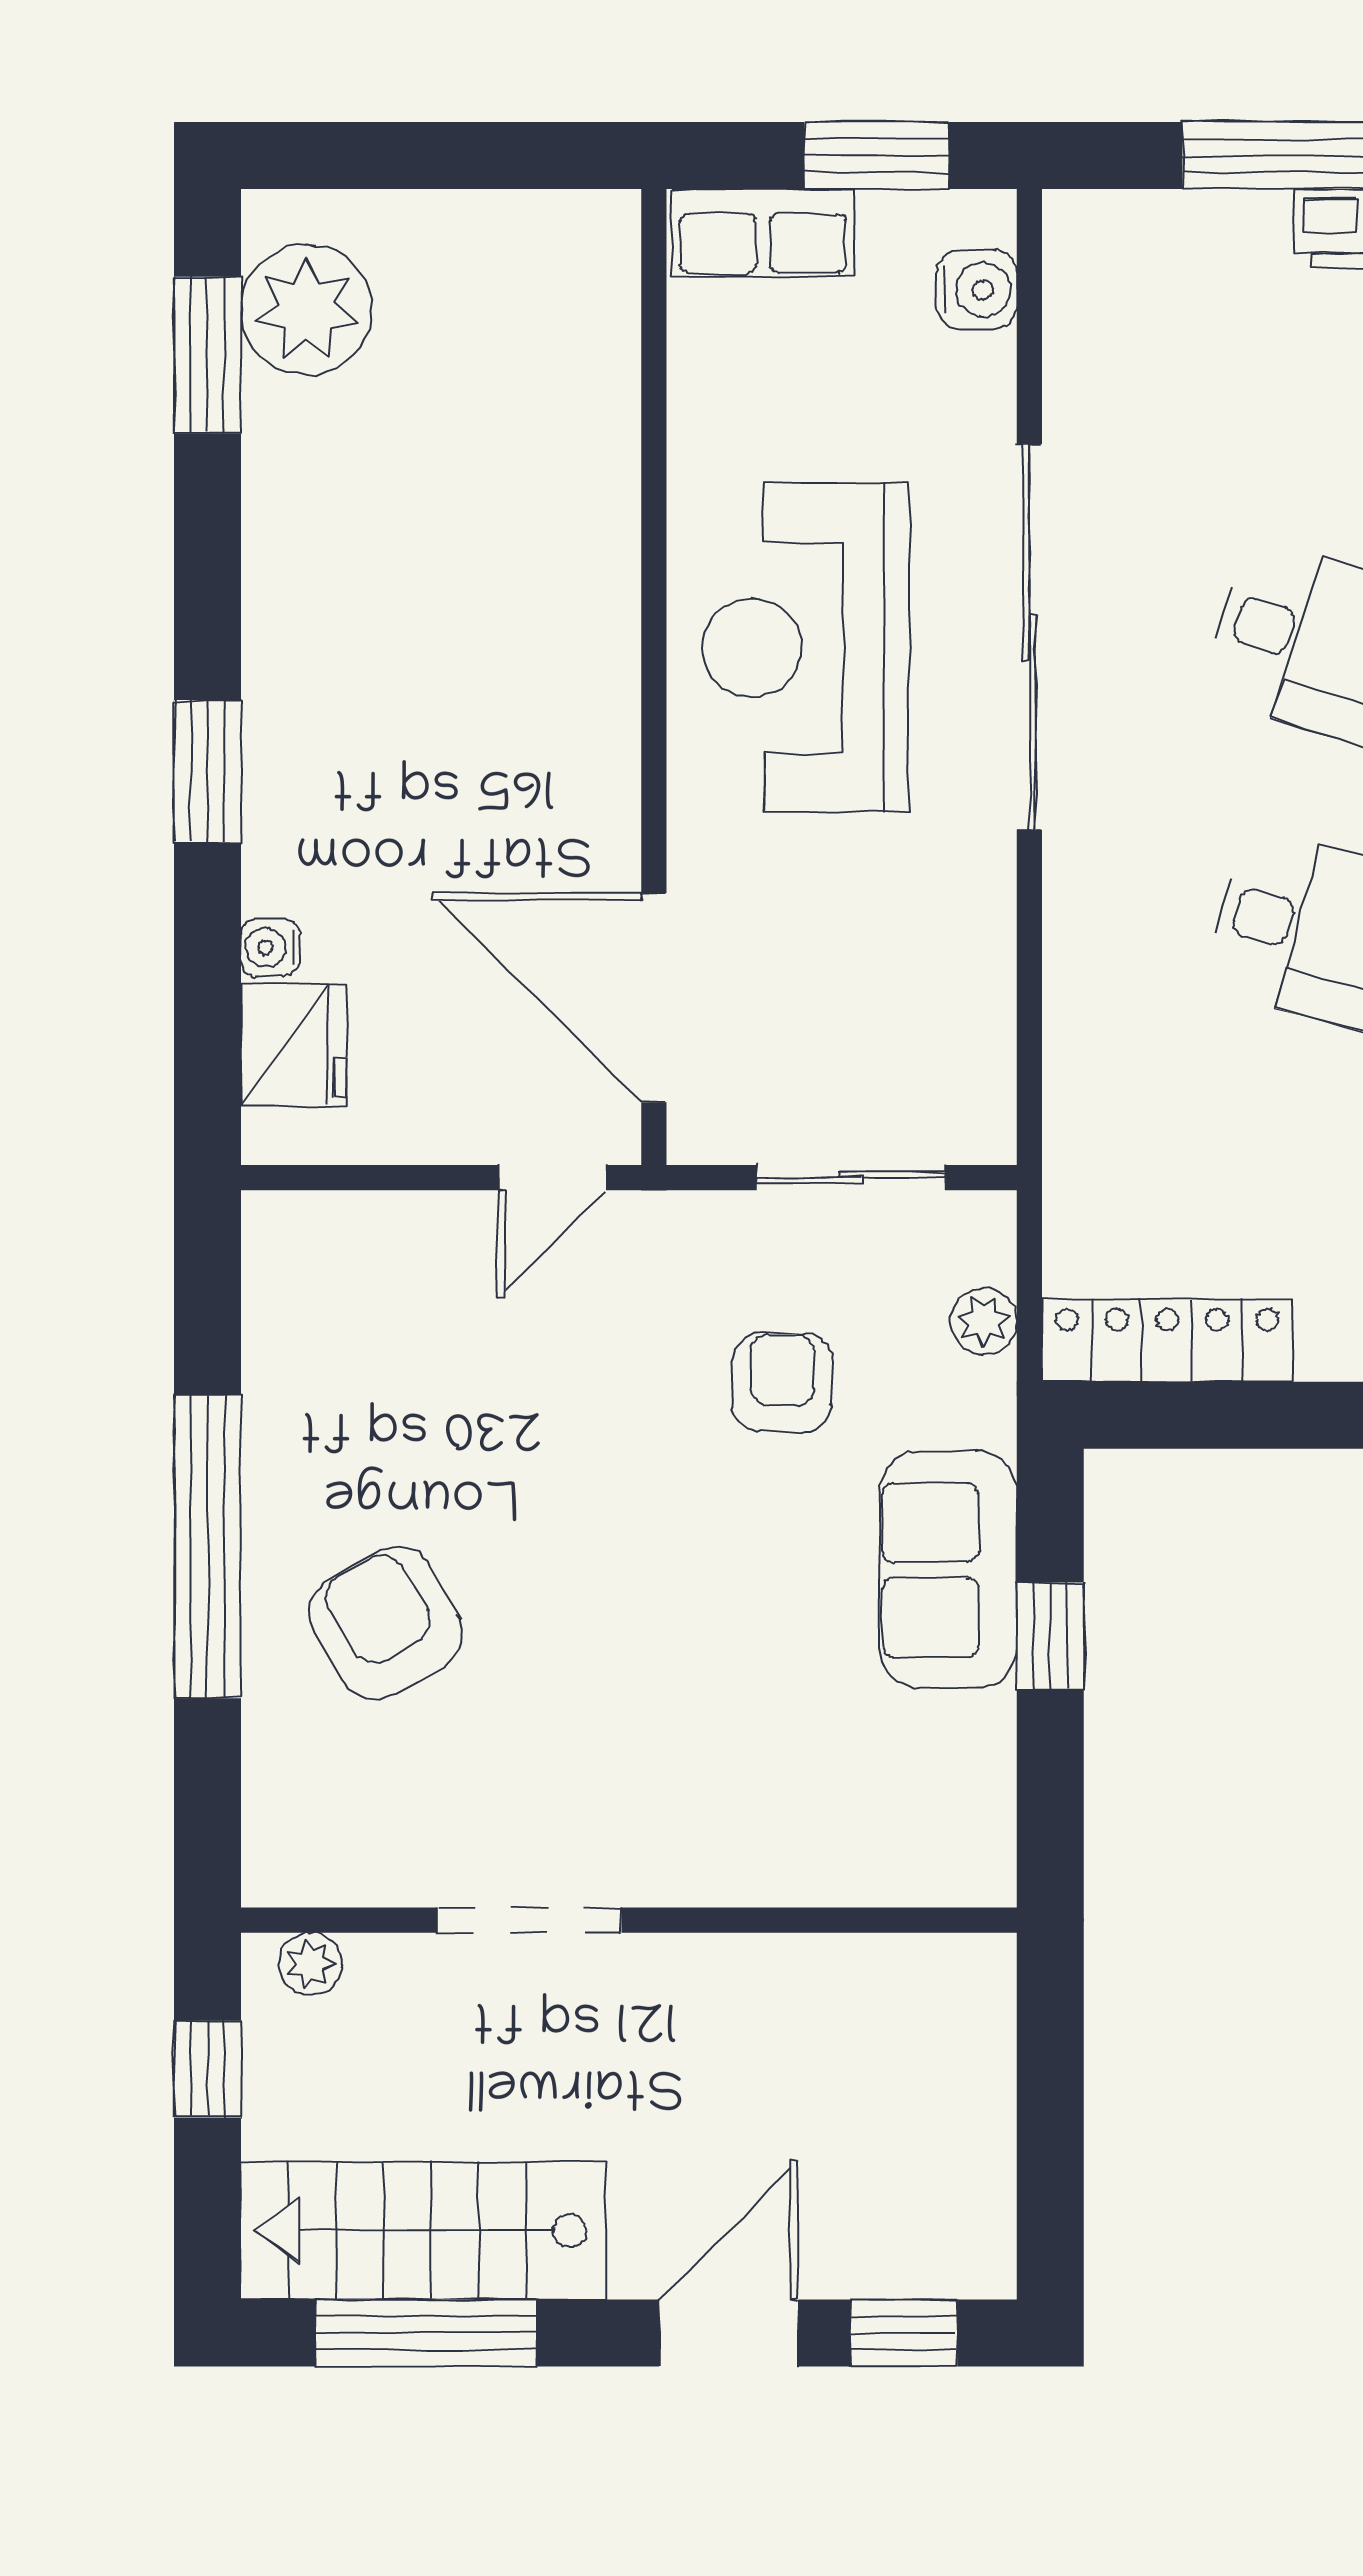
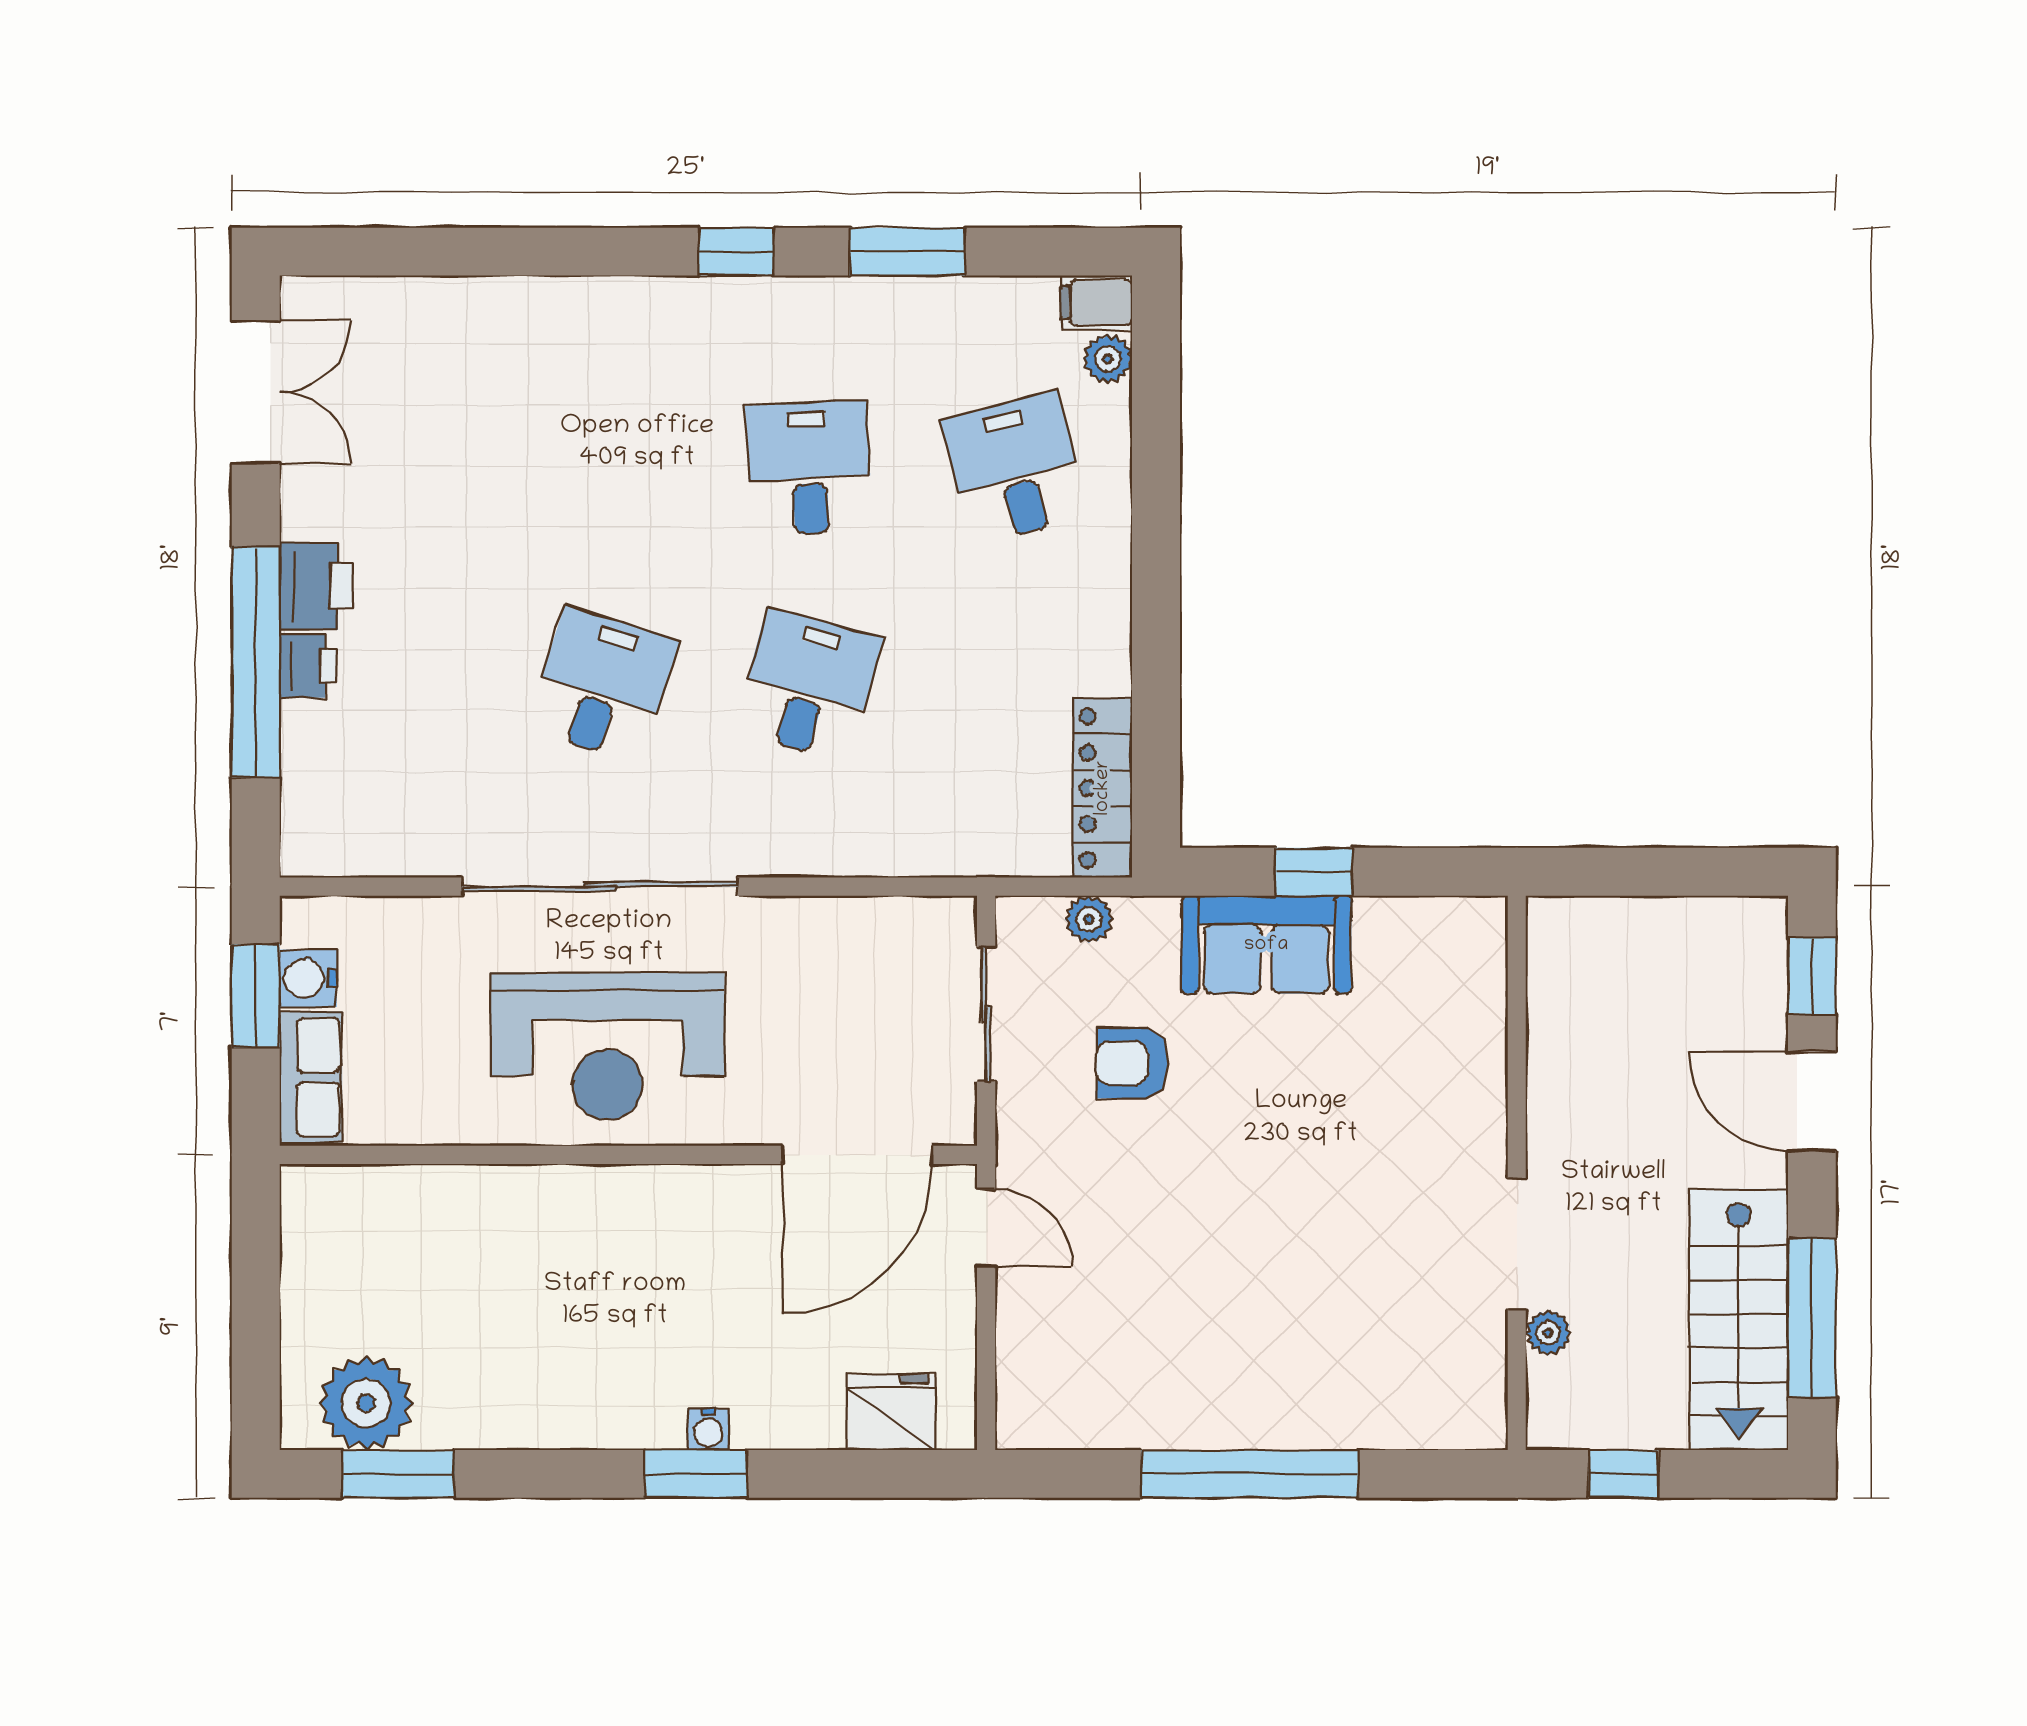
water cooler: (977, 290) -> (308, 978), moved, turned -90
water cooler: (270, 948) -> (708, 1429), moved
armchair: (386, 1623) -> (1304, 1346), removed
plant: (310, 1964) -> (1548, 1333), moved

